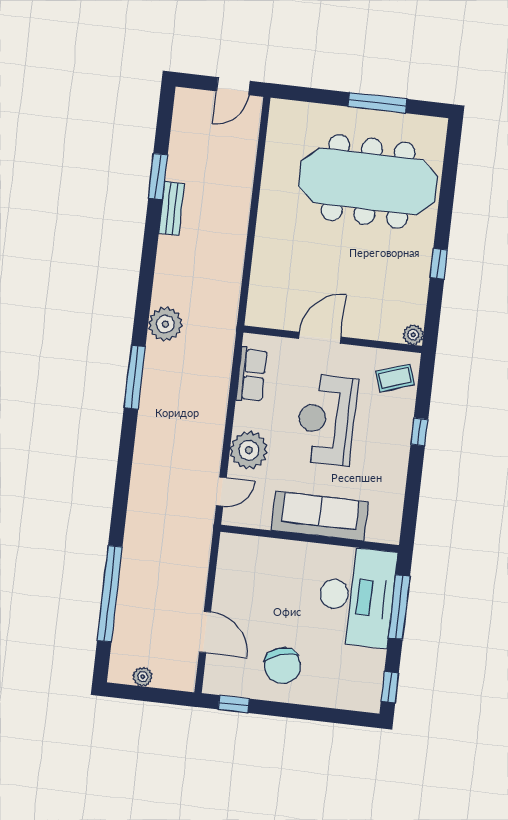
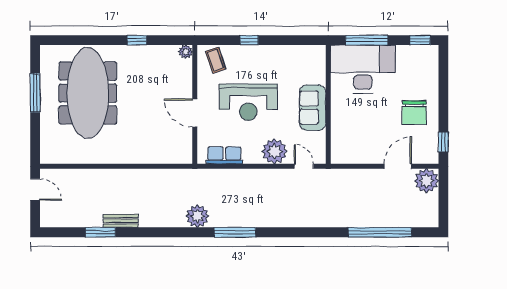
sofa: (320, 516) -> (313, 108), width x0.73
chair: (283, 666) -> (414, 113), turned 108
plant: (143, 677) -> (426, 181), moved, width x1.88, depth x1.88

